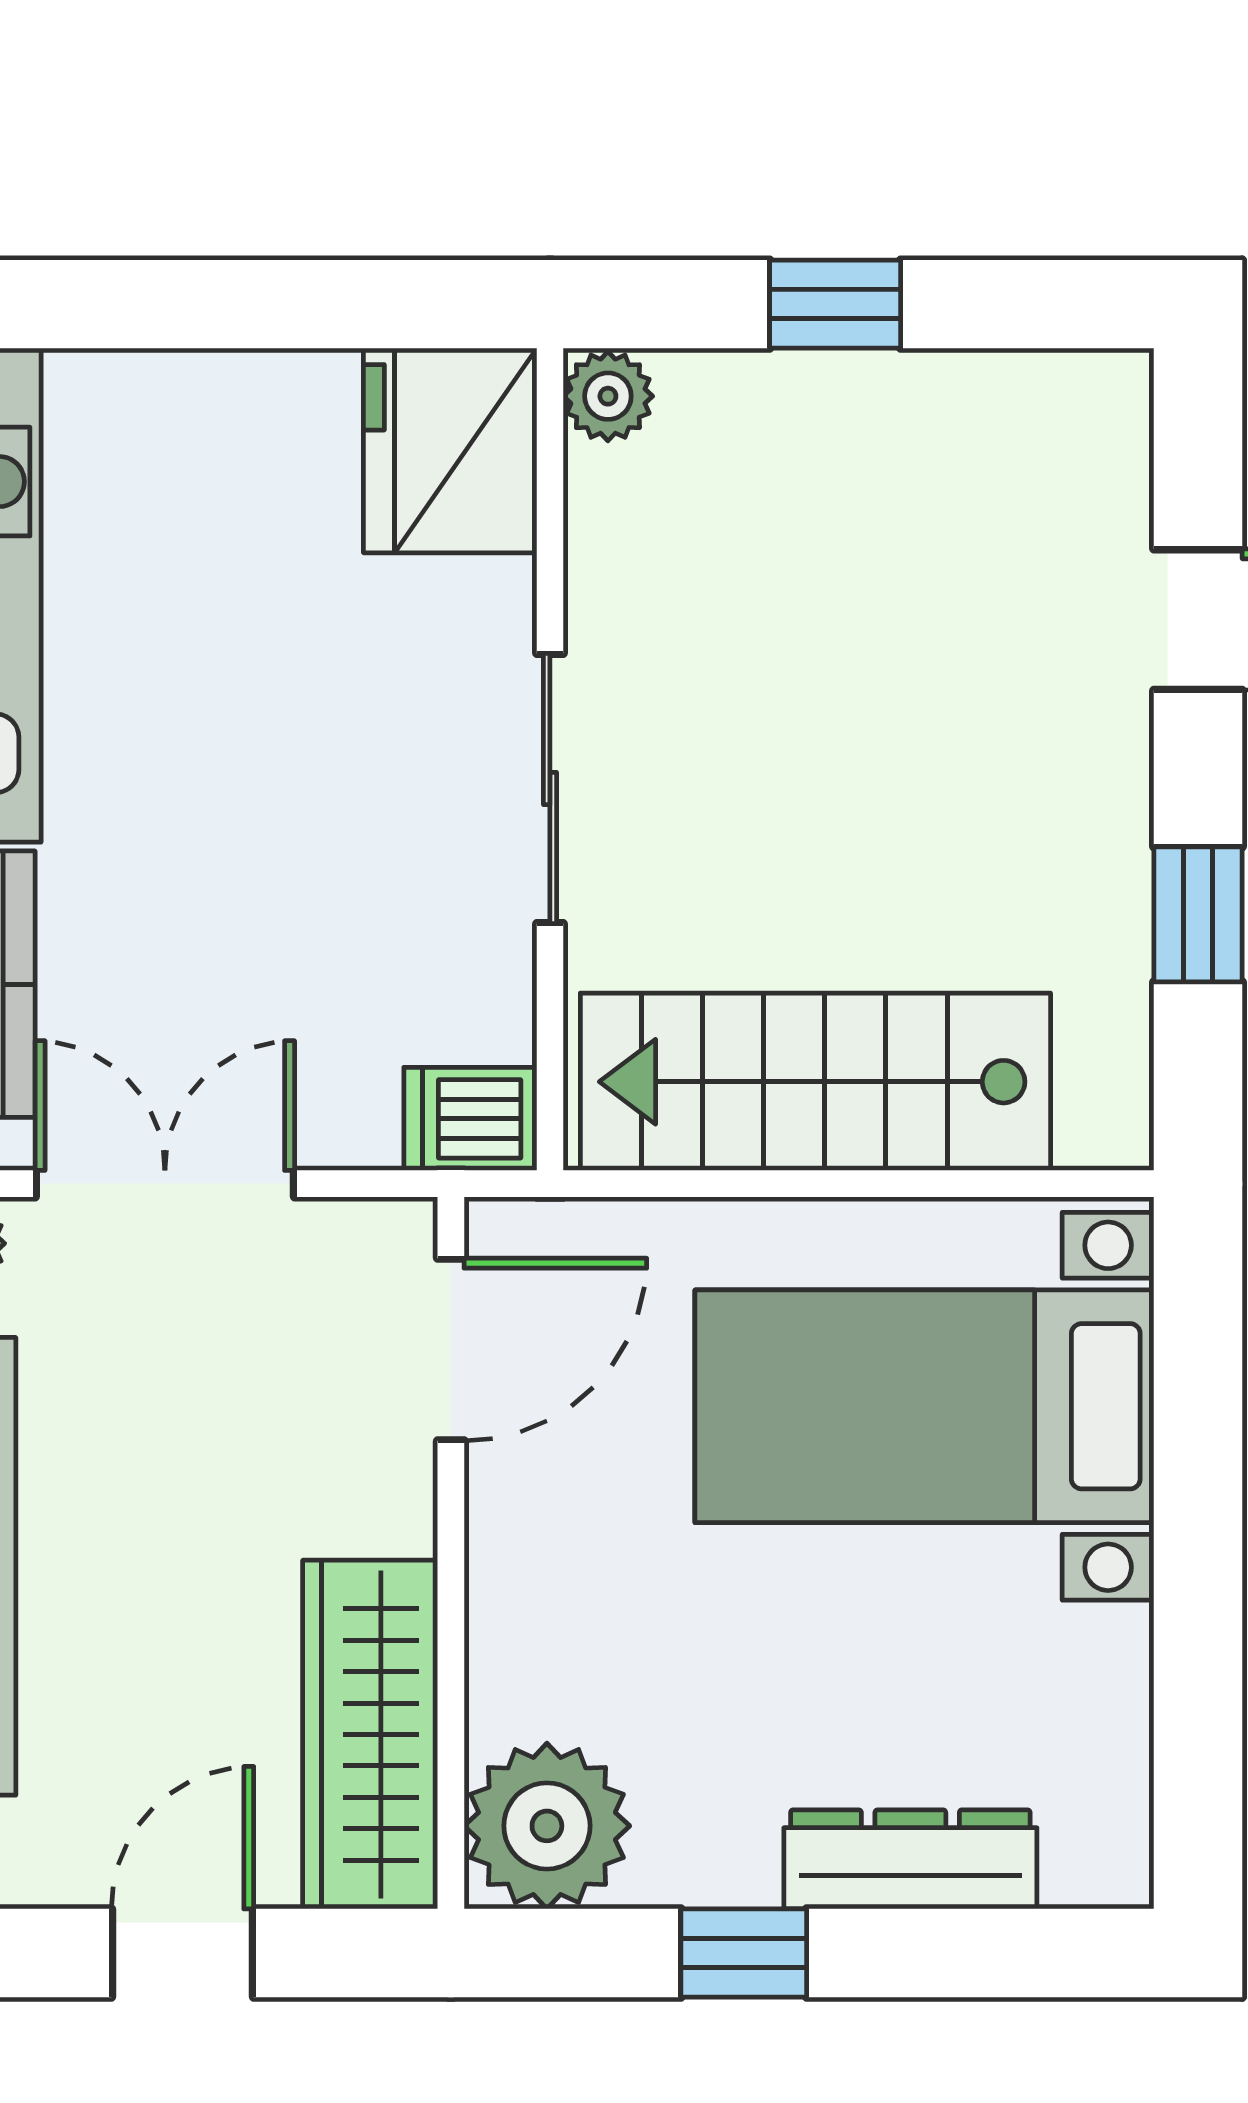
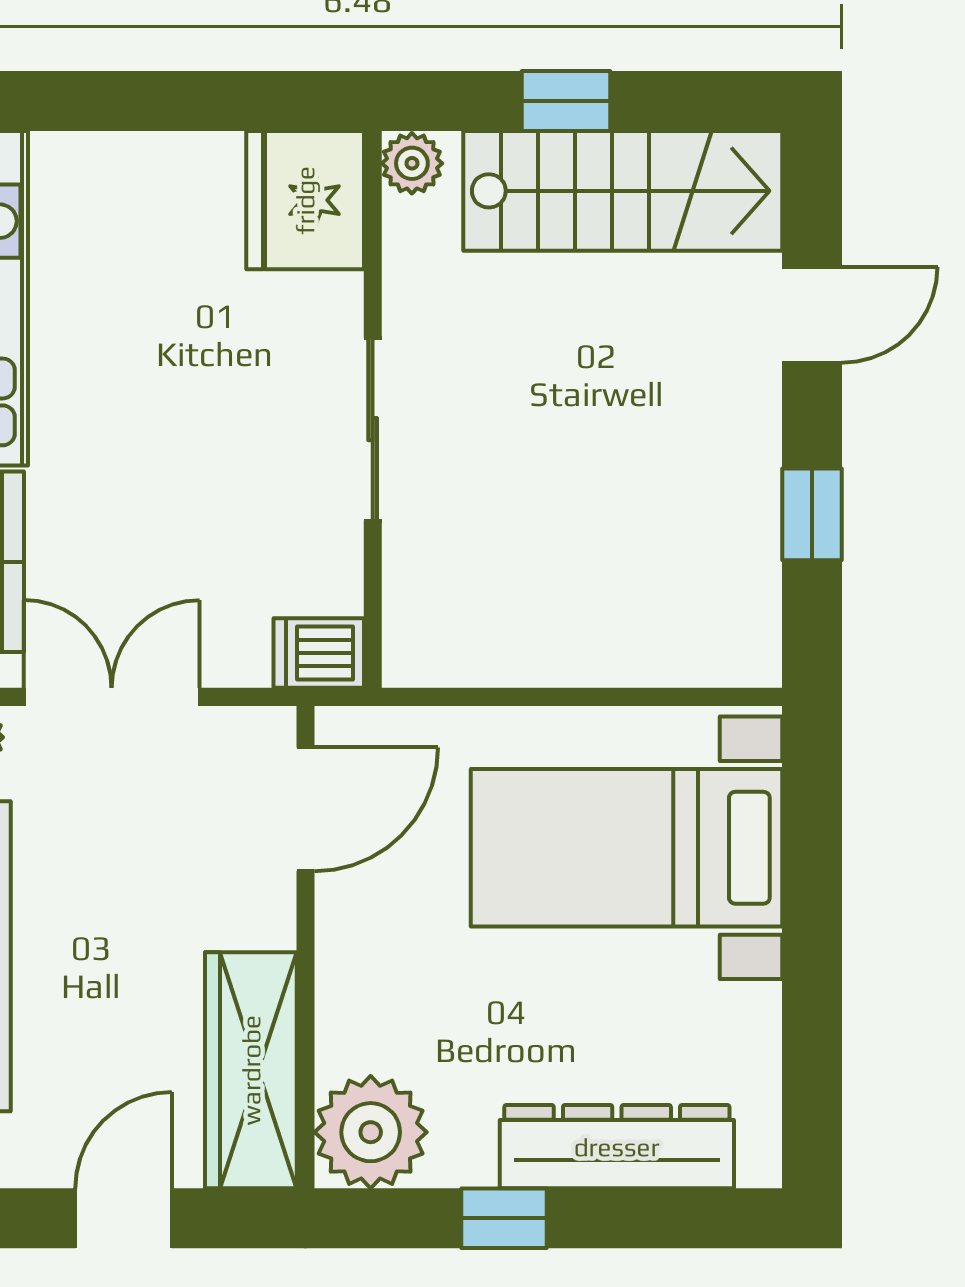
stairs: (815, 1082) -> (623, 191), moved, turned 180
dresser: (910, 1859) -> (617, 1147), width x1.37, depth x1.24

